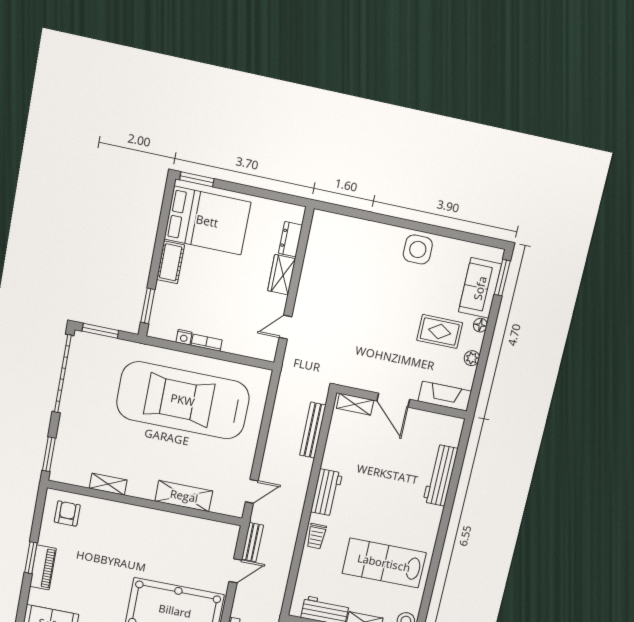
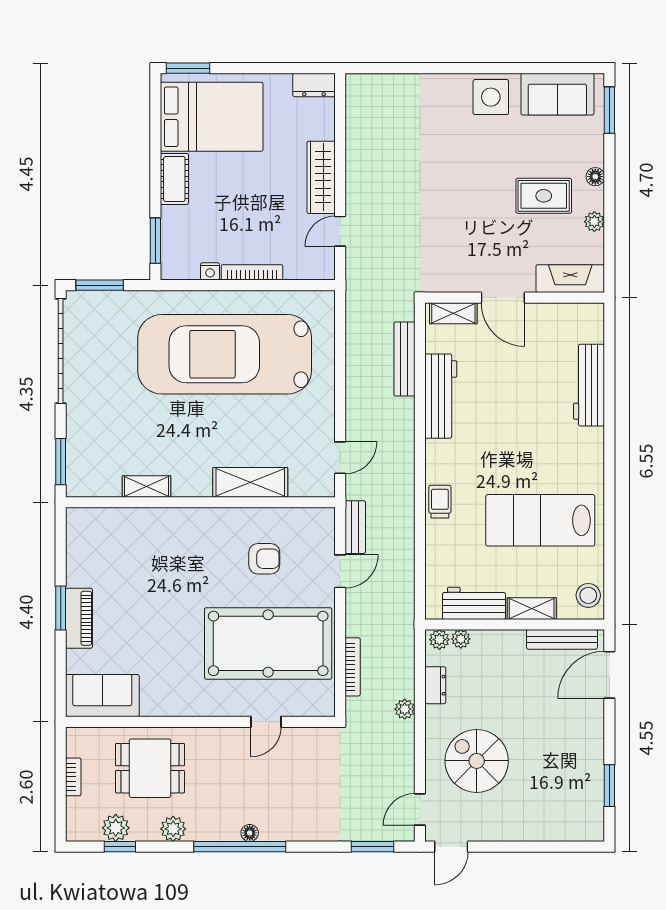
dresser: (290, 239) -> (314, 85), moved, turned -90
wardrobe: (282, 275) -> (321, 177), width x1.50
sofa: (480, 288) -> (557, 94), moved, turned -90
bookcase: (207, 343) -> (252, 272), width x1.56
workbench: (326, 492) -> (441, 396), moved, width x1.37
armchair: (67, 514) -> (264, 559), moved, turned 90
trolley: (316, 536) -> (440, 502), turned 180

